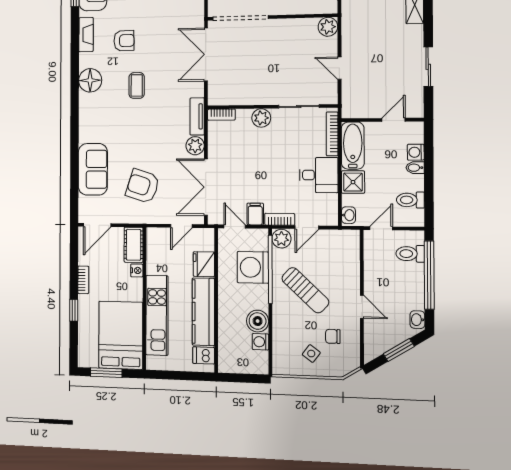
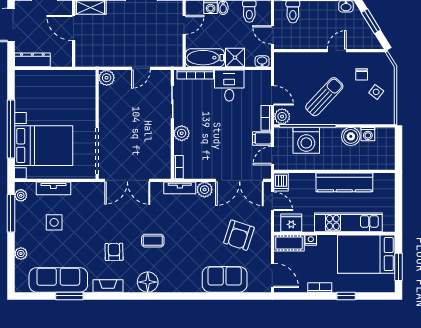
door: (394, 120) -> (184, 25), swing flipped
fridge: (204, 264) -> (291, 223), moved, turned 180
dishwasher: (204, 355) -> (281, 182), moved

